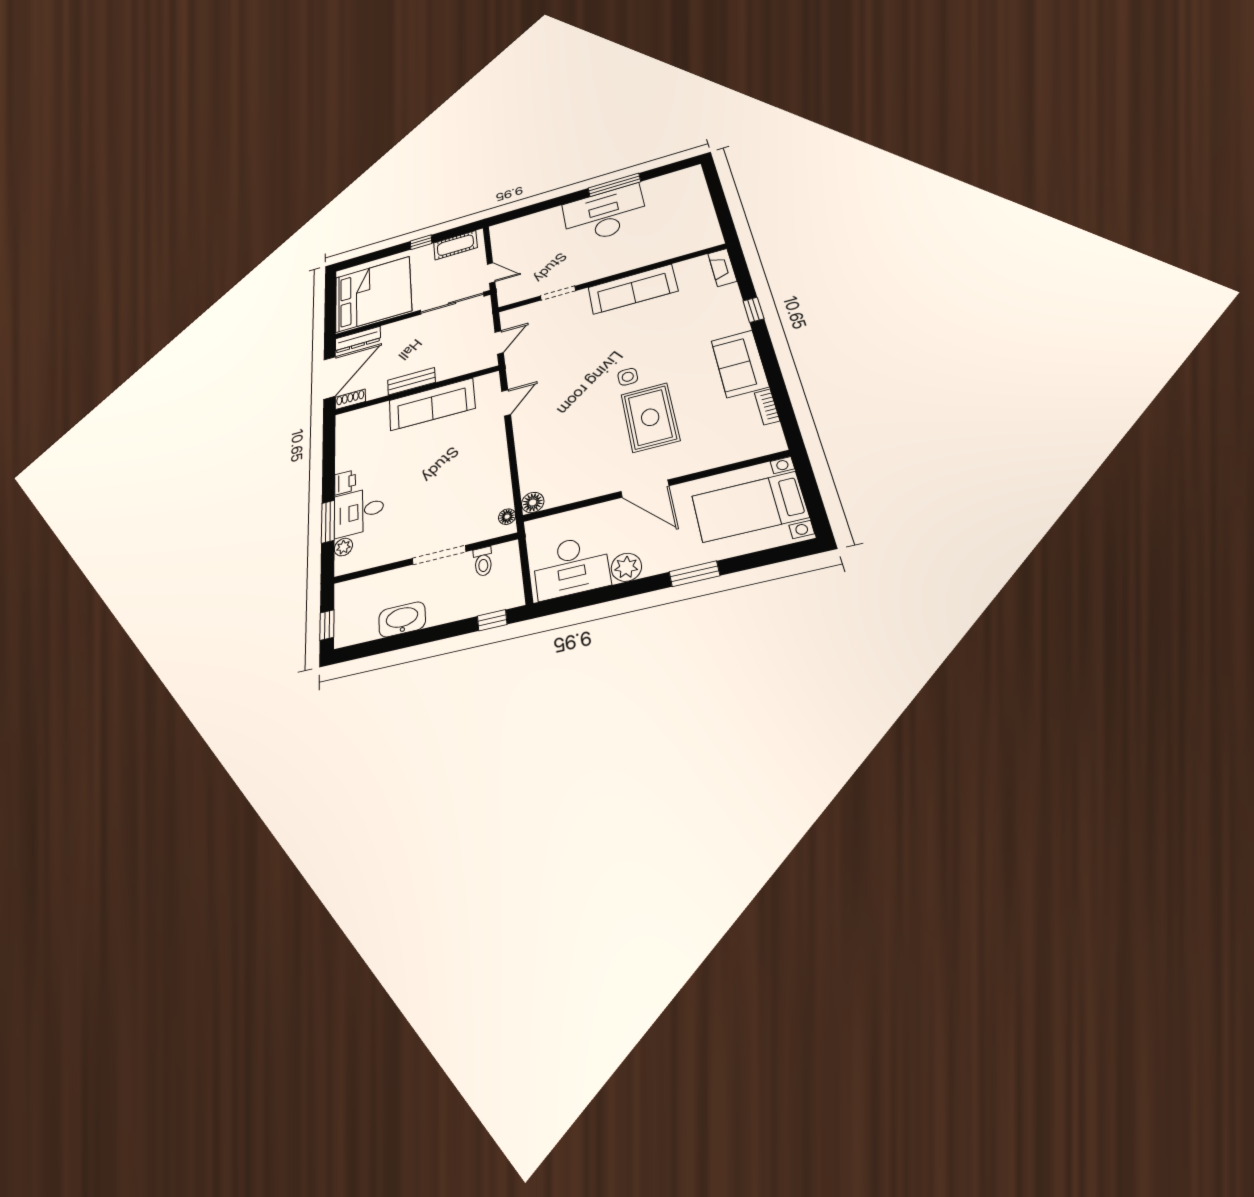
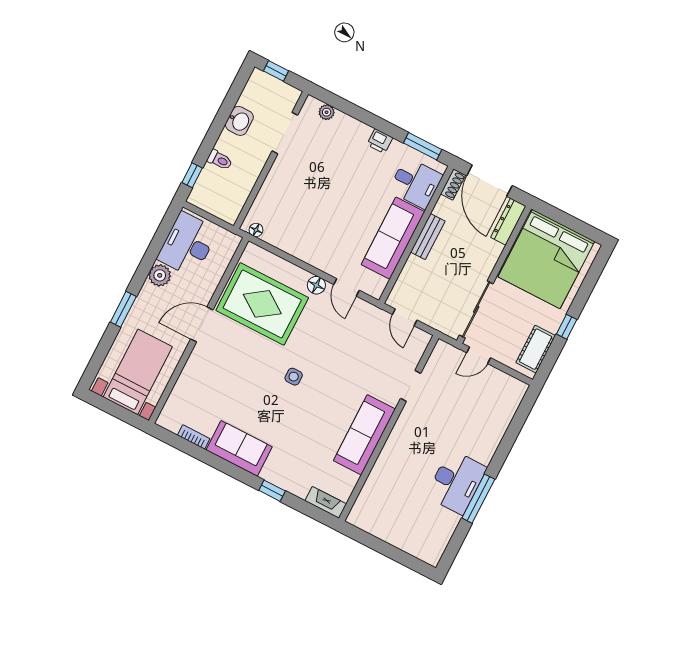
desk: (605, 214) -> (456, 482), width x0.73, depth x0.77
rug: (650, 417) -> (262, 304), moved, width x1.37, depth x1.44
floor lamp: (533, 502) -> (316, 285), moved
desk: (359, 512) -> (416, 183), moved, turned 90
window: (328, 522) -> (423, 146), moved
doorway: (439, 555) -> (285, 133), moved
toilet: (483, 562) -> (220, 160), moved, turned 180
washbasin: (402, 619) -> (239, 121), width x0.72

